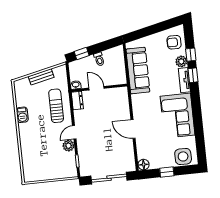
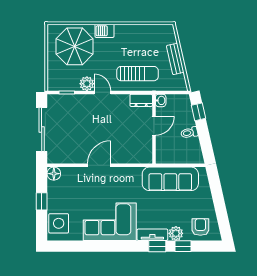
barbecue: (22, 115) -> (104, 31), moved
parasol: (40, 159) -> (75, 46), added

